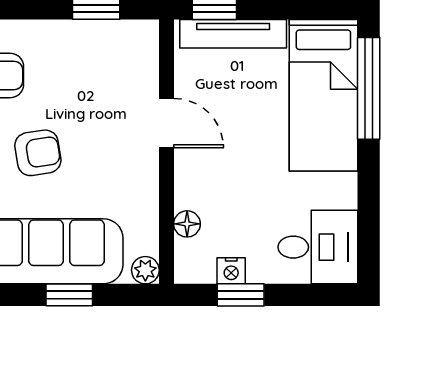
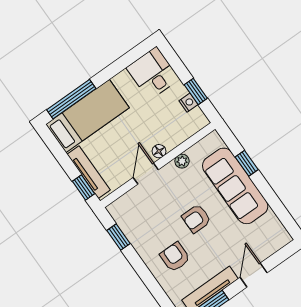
armchair: (38, 153) -> (196, 219), turned -81
floor lamp: (187, 224) -> (159, 151), moved
plant: (145, 270) -> (182, 161), moved

